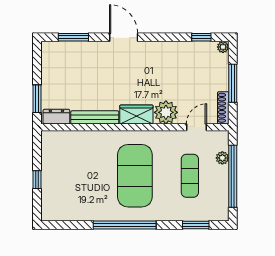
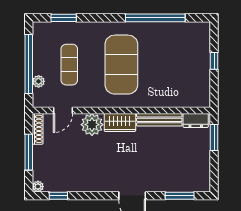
window: (125, 225) -> (155, 18), moved

